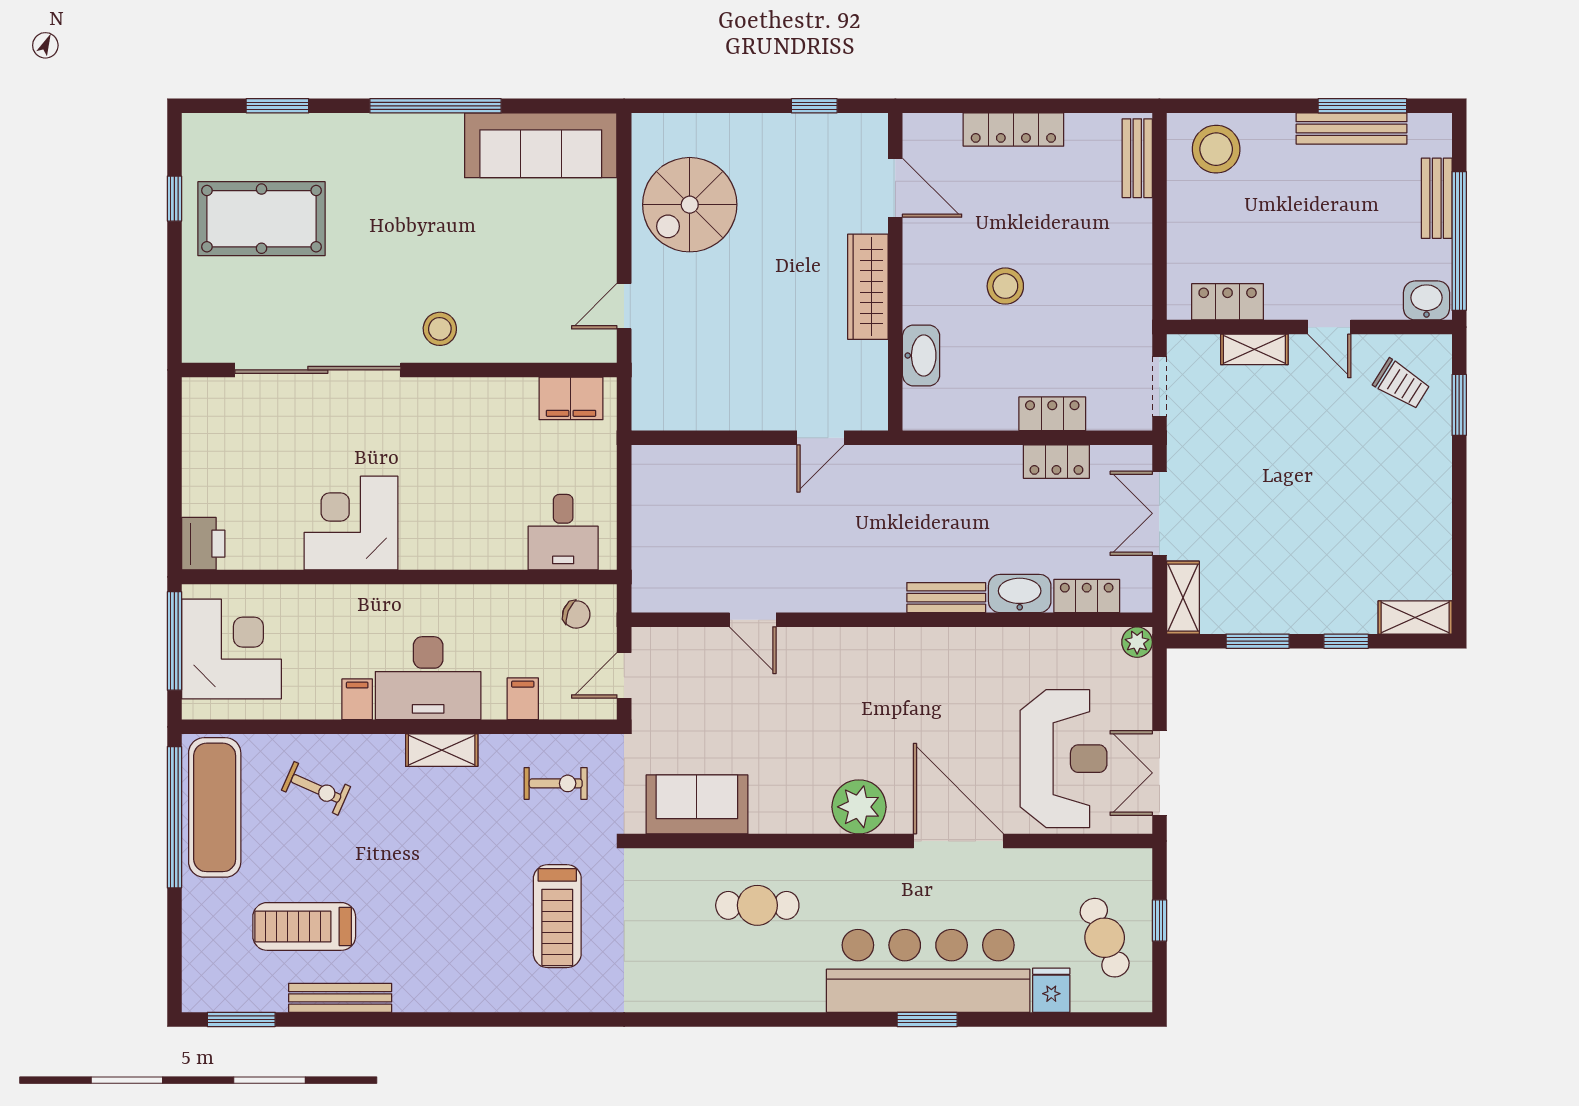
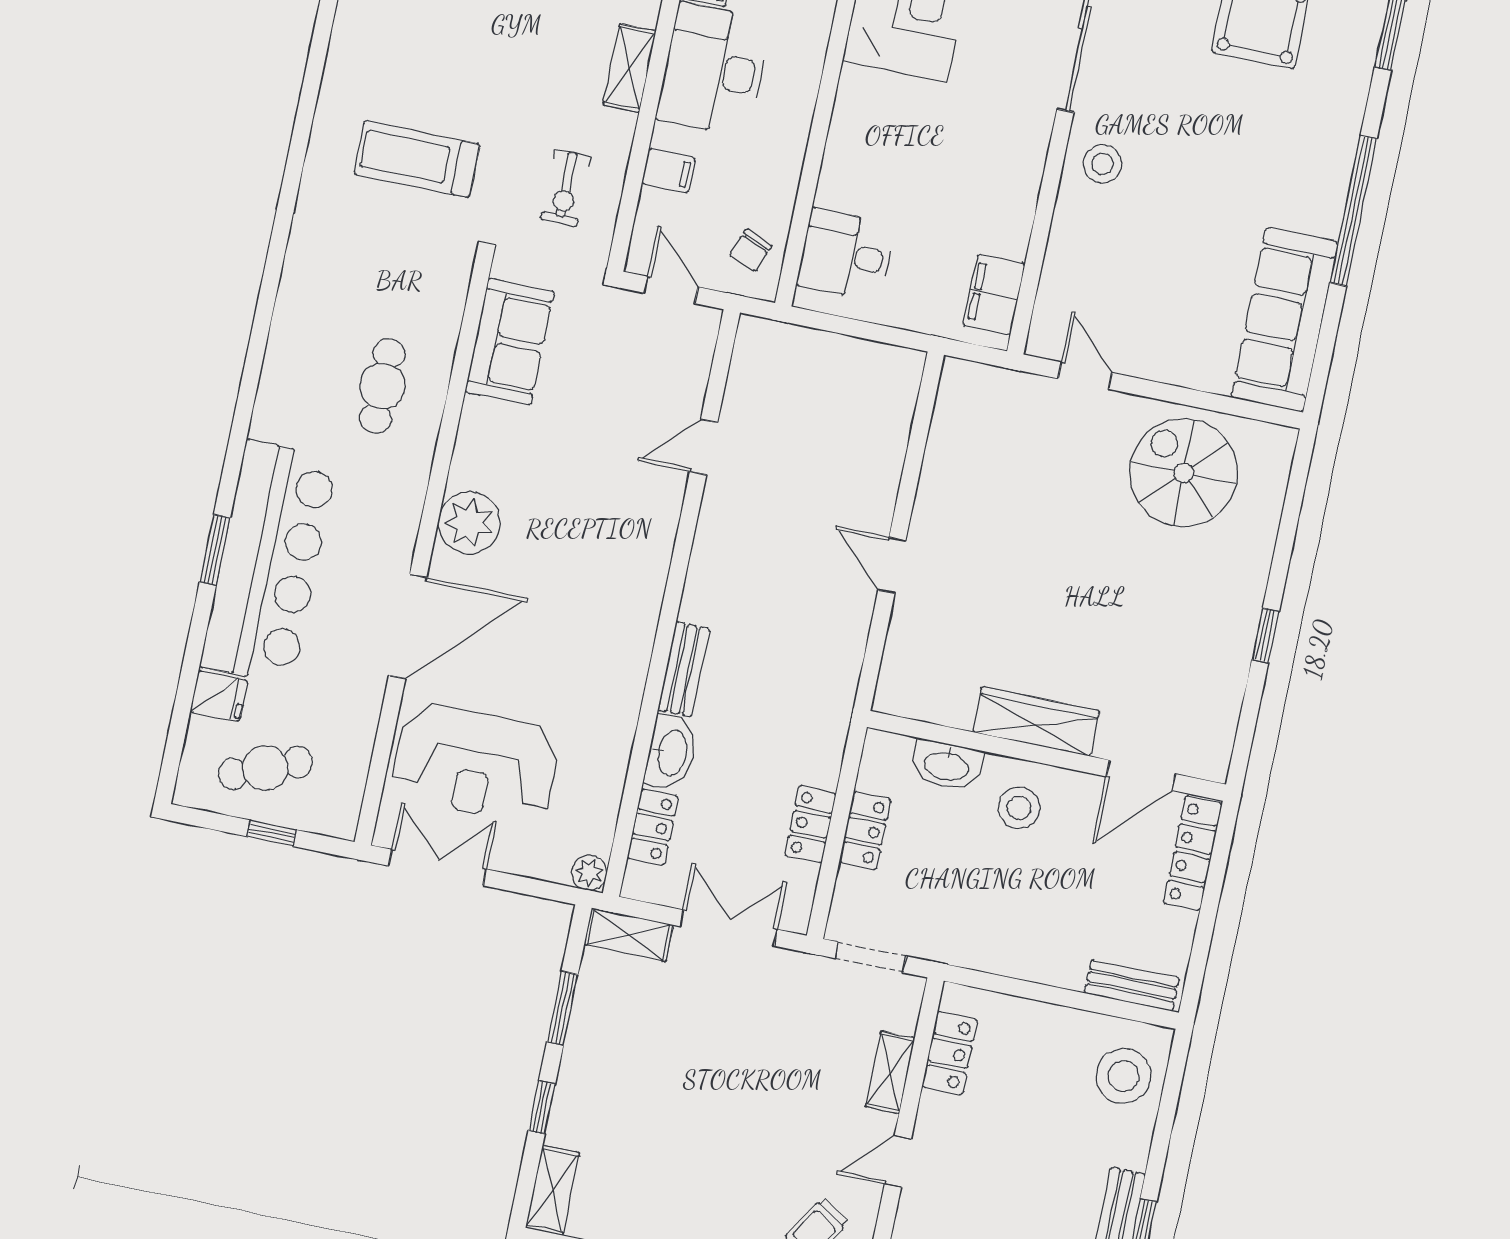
door: (895, 188) -> (1141, 775), moved
wall: (895, 272) -> (1047, 756), moved
wardrobe: (868, 287) -> (1036, 722), moved
washbasin: (921, 355) -> (947, 765), moved

